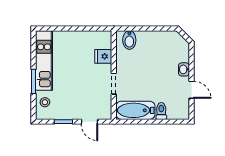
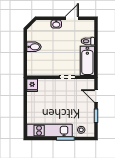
bidet: (129, 40) -> (34, 47), moved
fridge: (103, 56) -> (32, 85), moved
door: (89, 122) -> (96, 96), swing flipped

